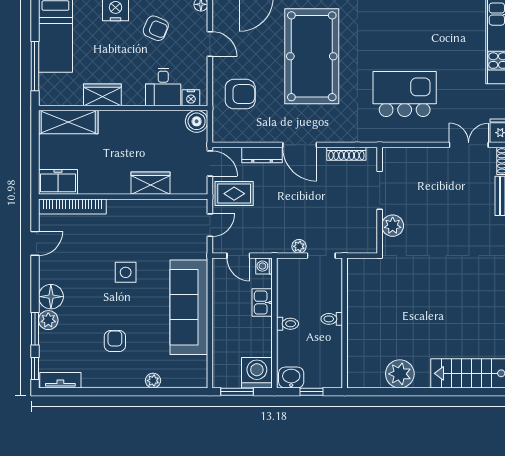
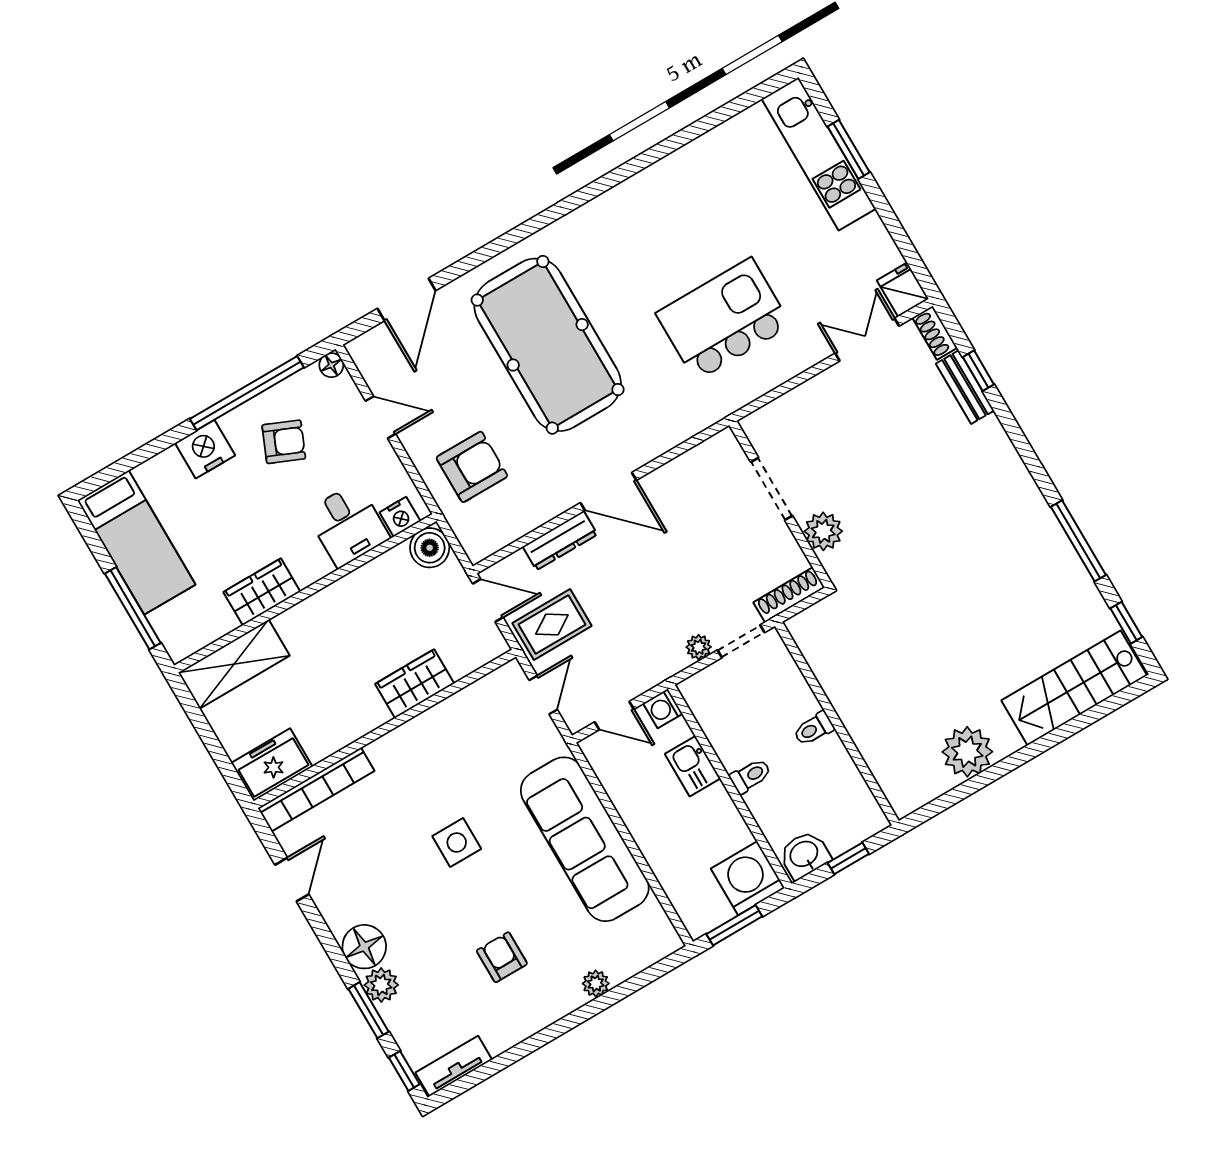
shoe rack: (346, 154) -> (789, 595), moved, turned 180

